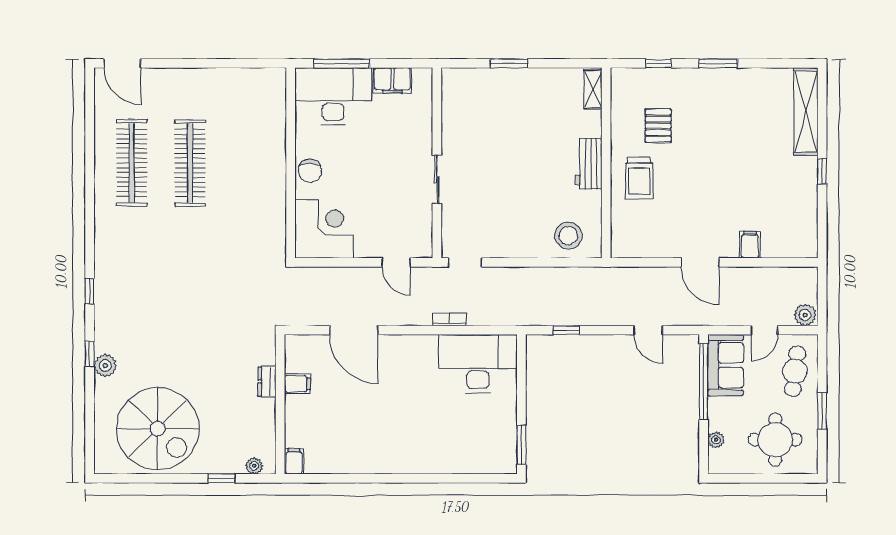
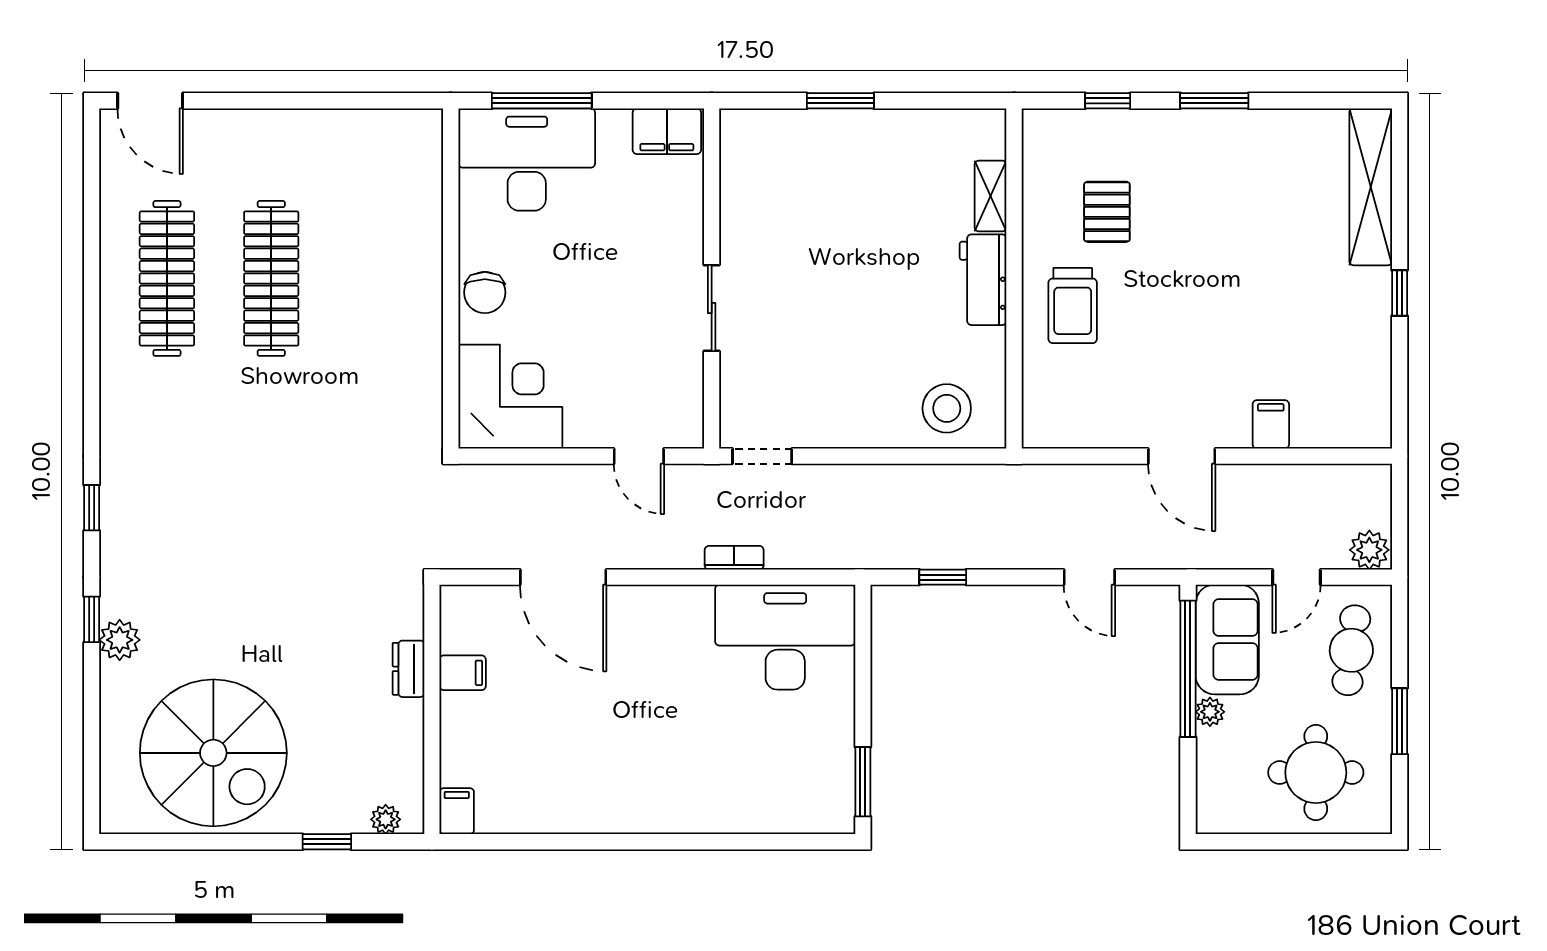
filing cabinet: (392, 80) -> (667, 131), moved
shelving: (593, 89) -> (991, 196), moved
plant: (716, 440) -> (1210, 712), moved

